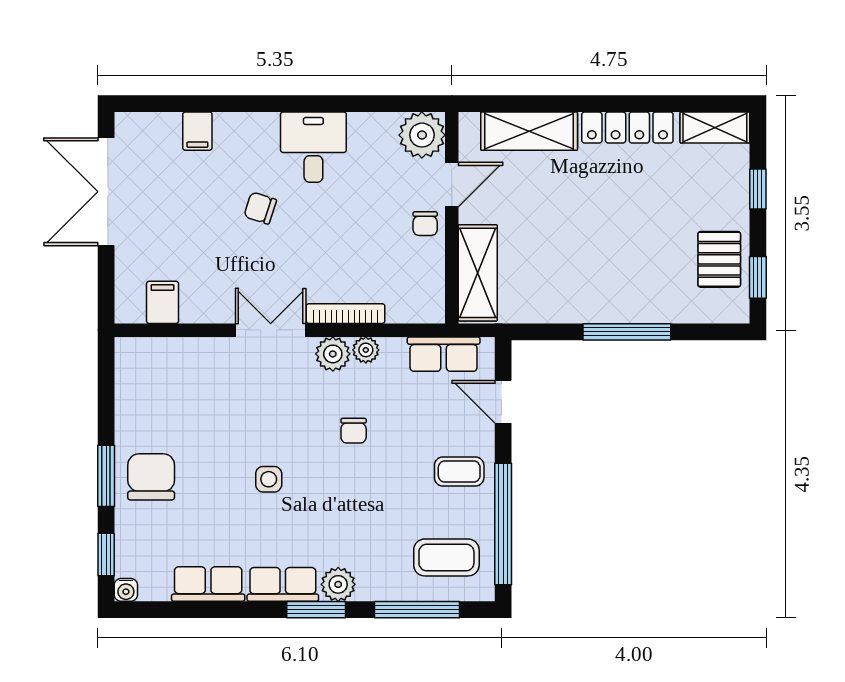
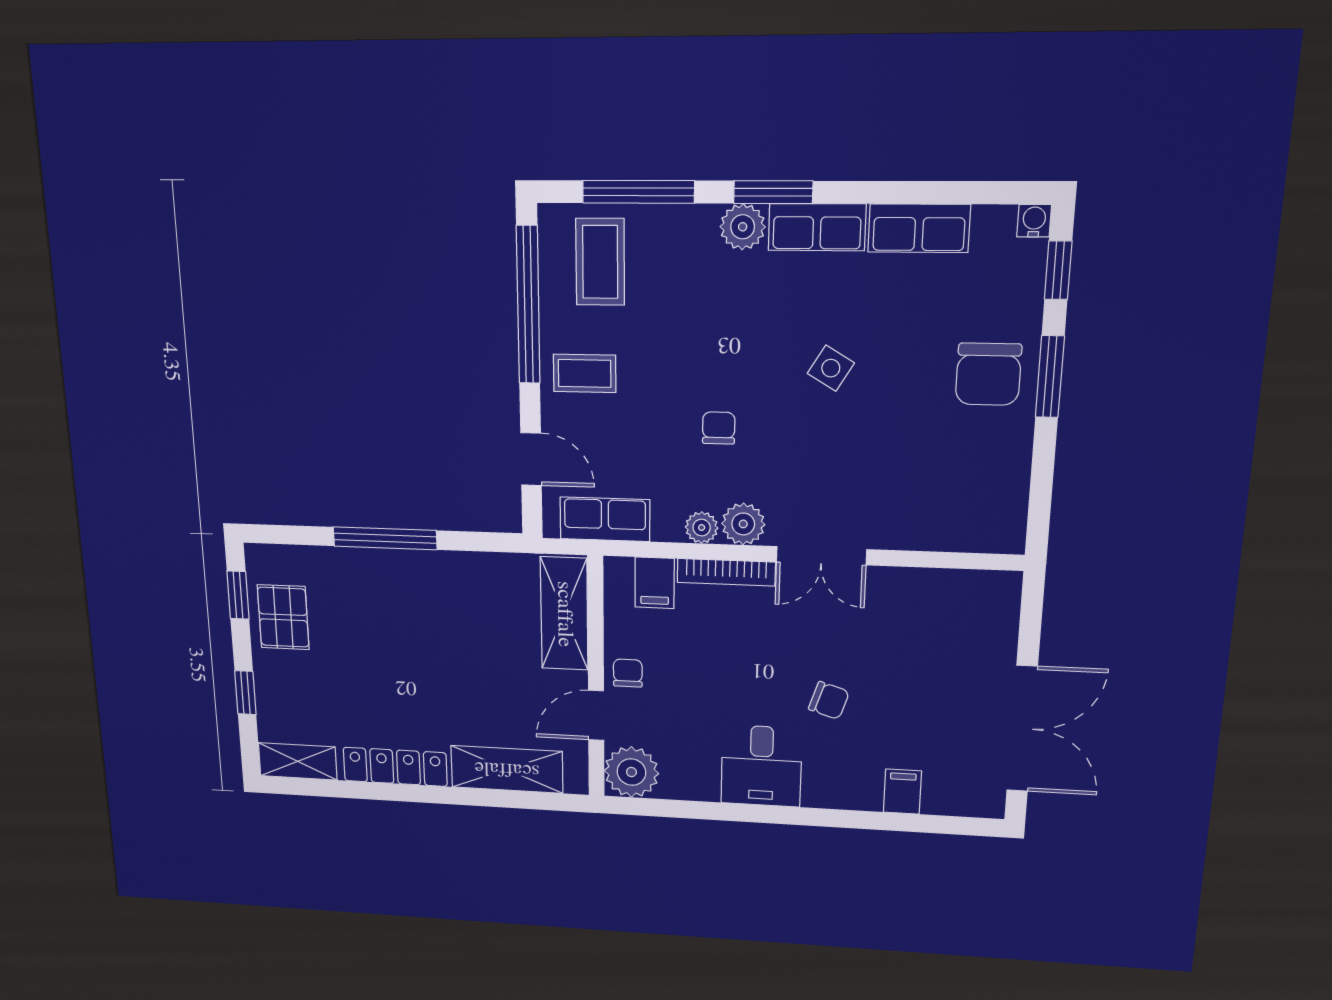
filing cabinet: (163, 302) -> (655, 583), moved
side table: (269, 479) -> (831, 368), turned 31
coffee table: (446, 557) -> (600, 262), turned 90

